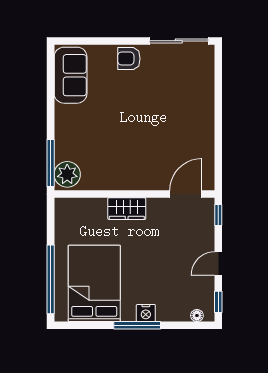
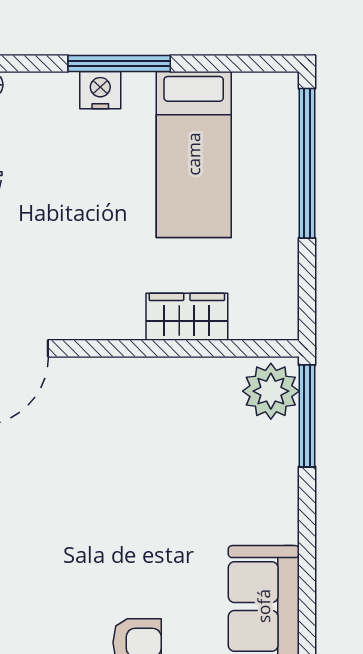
wardrobe: (127, 209) -> (187, 317), moved
bed: (94, 283) -> (194, 154), width x0.67

